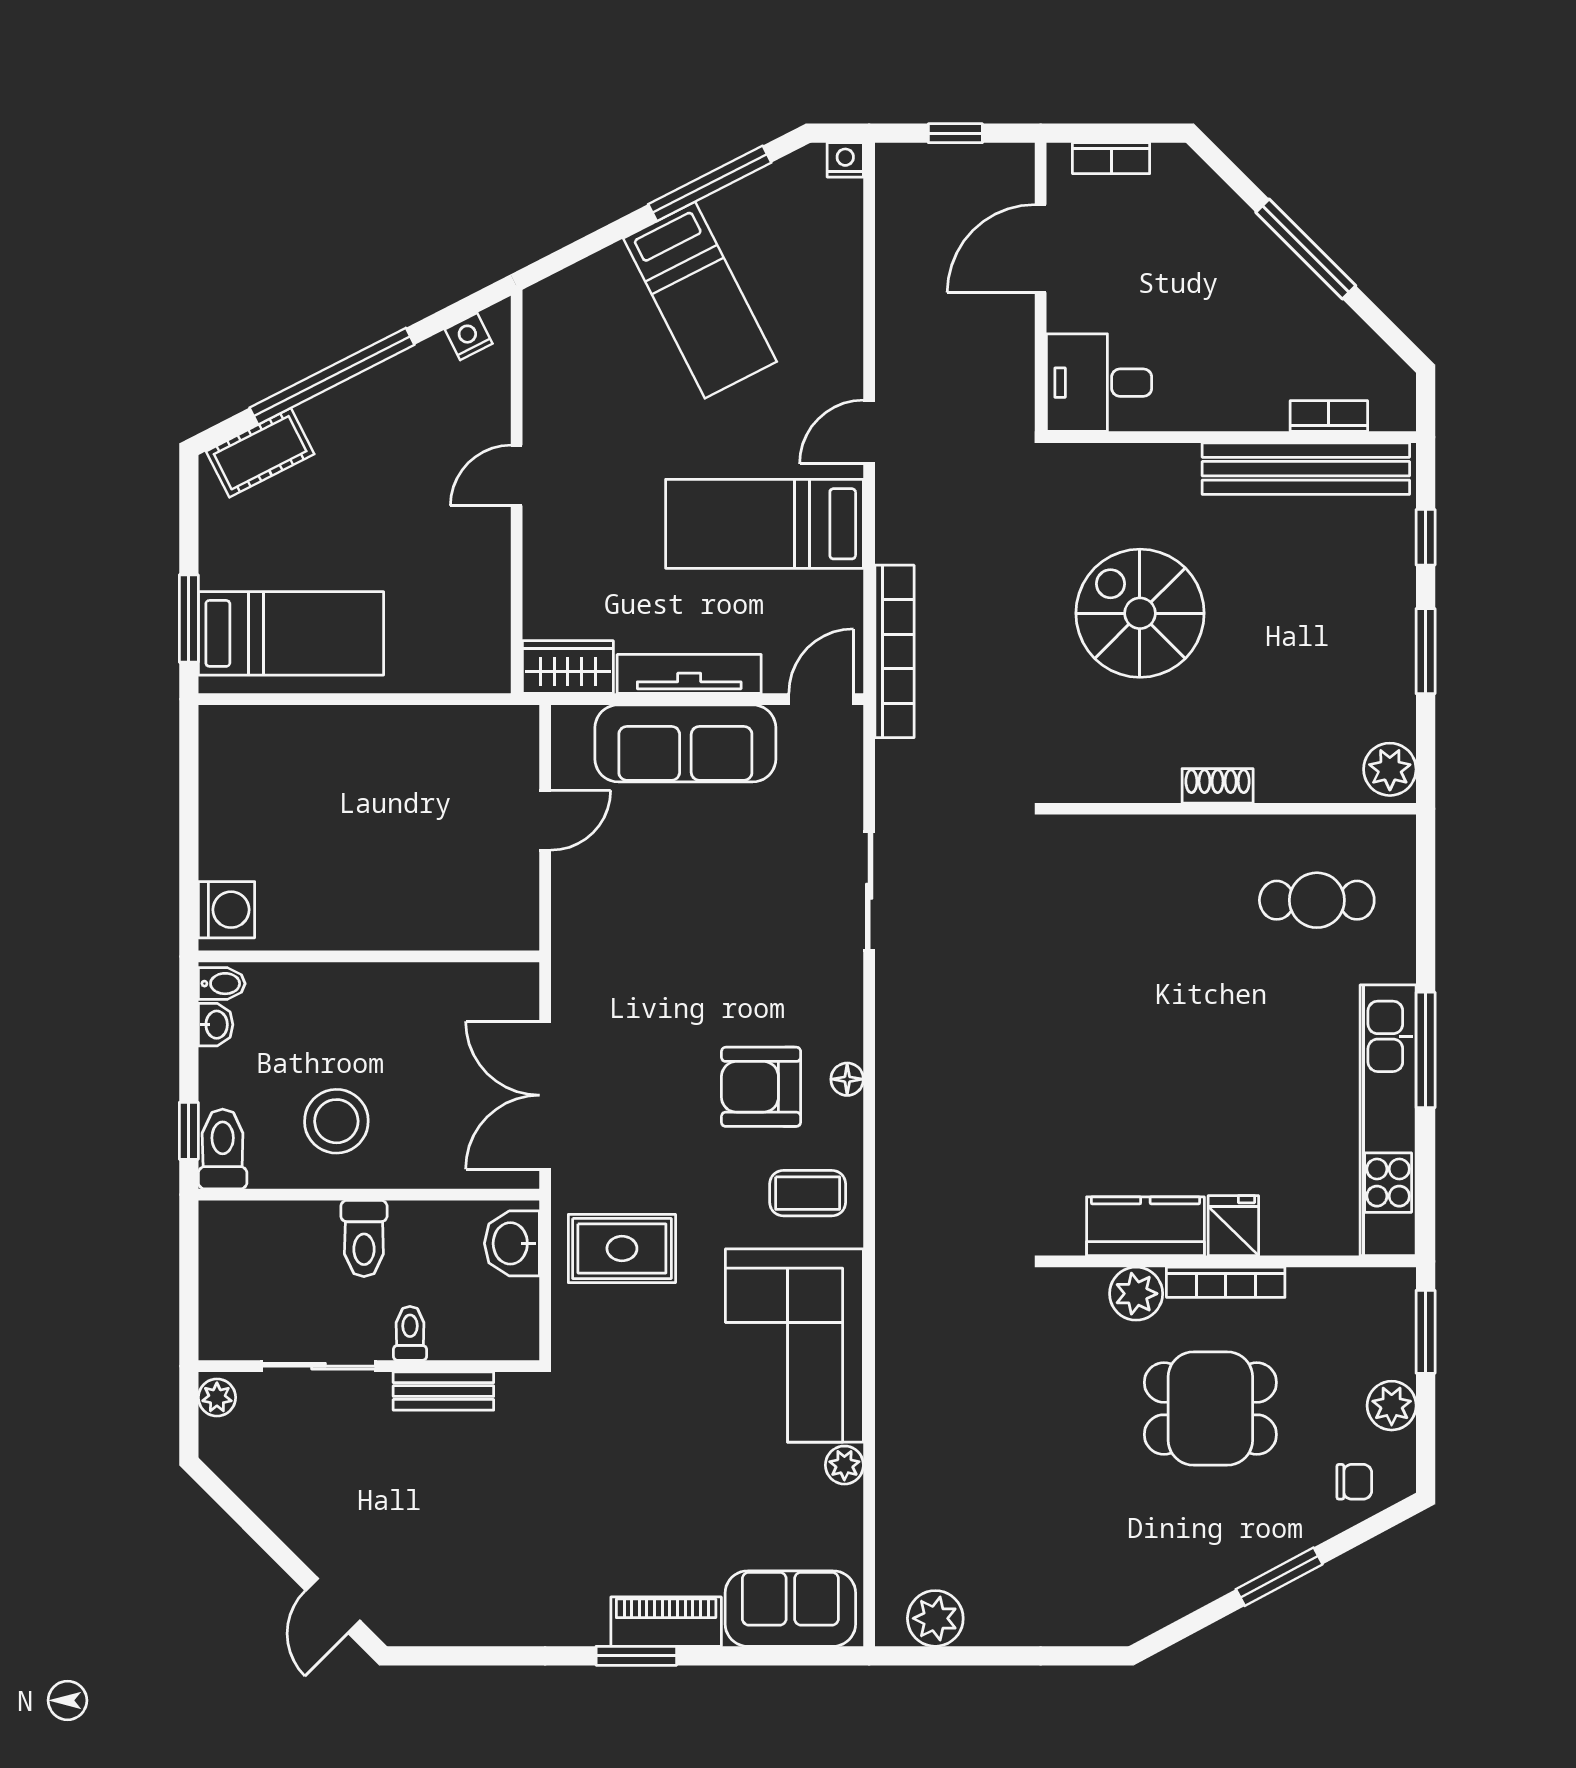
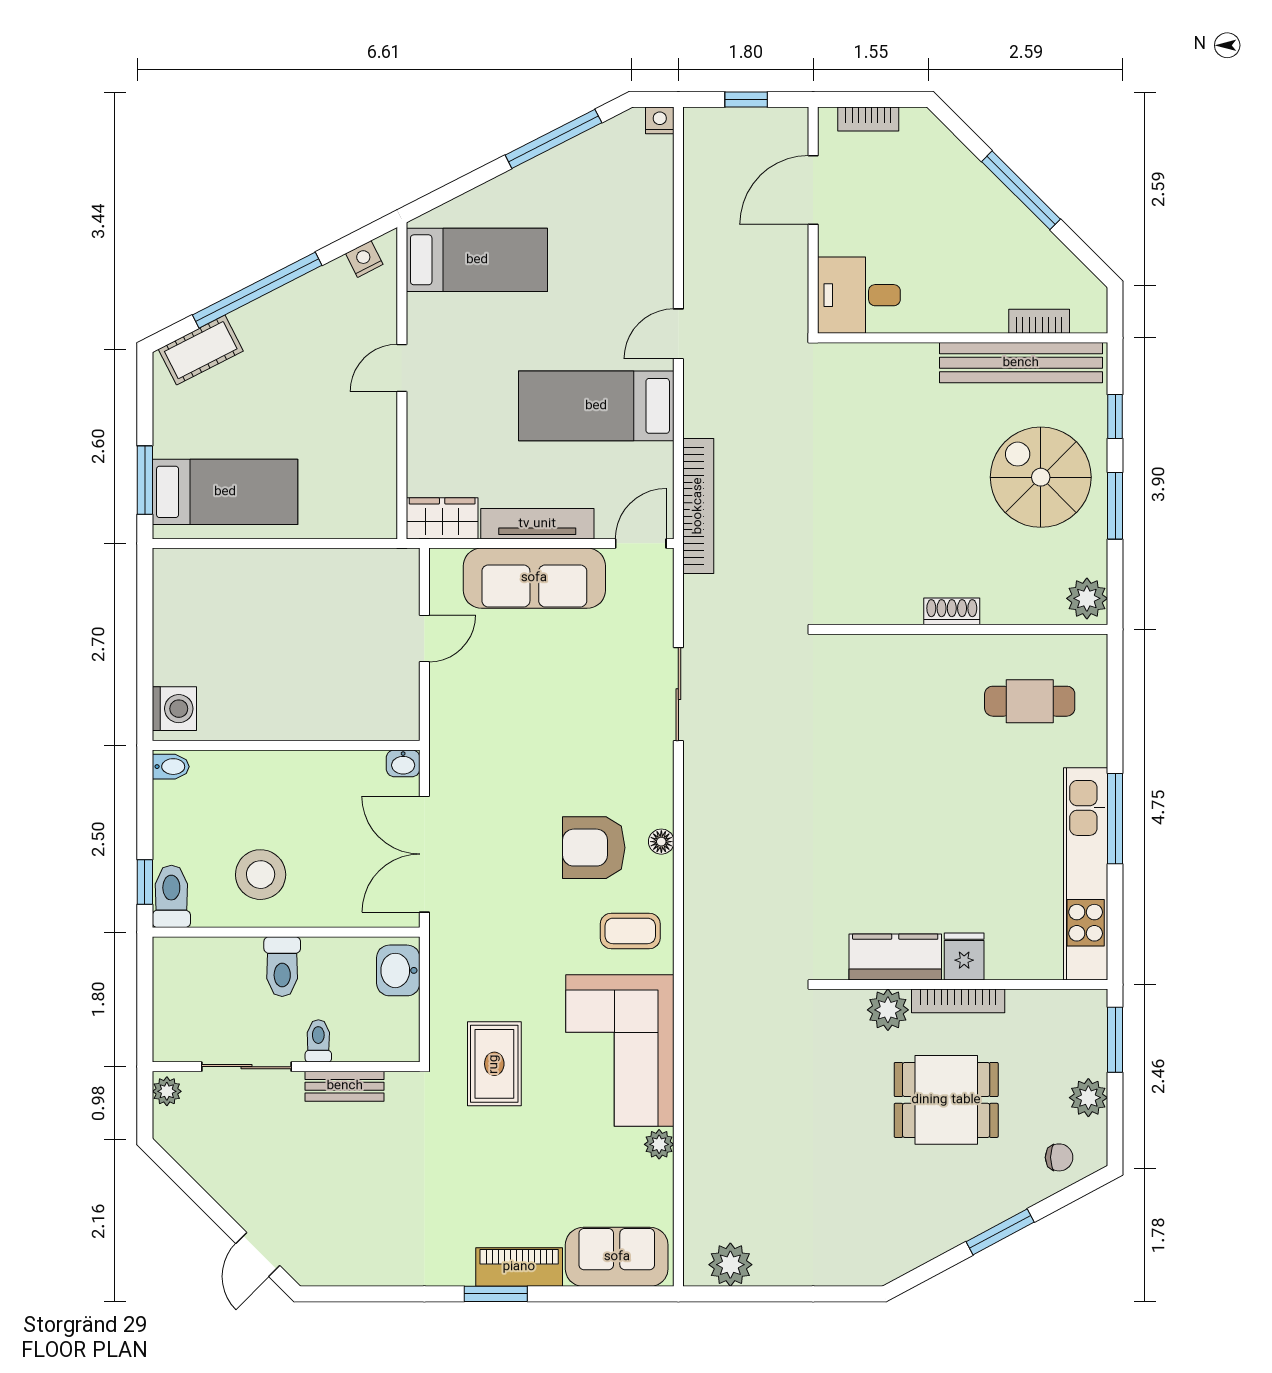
bed: (700, 300) -> (477, 260), moved, turned -63
spiral stairs: (1140, 613) -> (1041, 477), moved
washbasin: (216, 1025) -> (403, 763), moved, turned 90
rug: (622, 1248) -> (494, 1064), moved, turned 90

